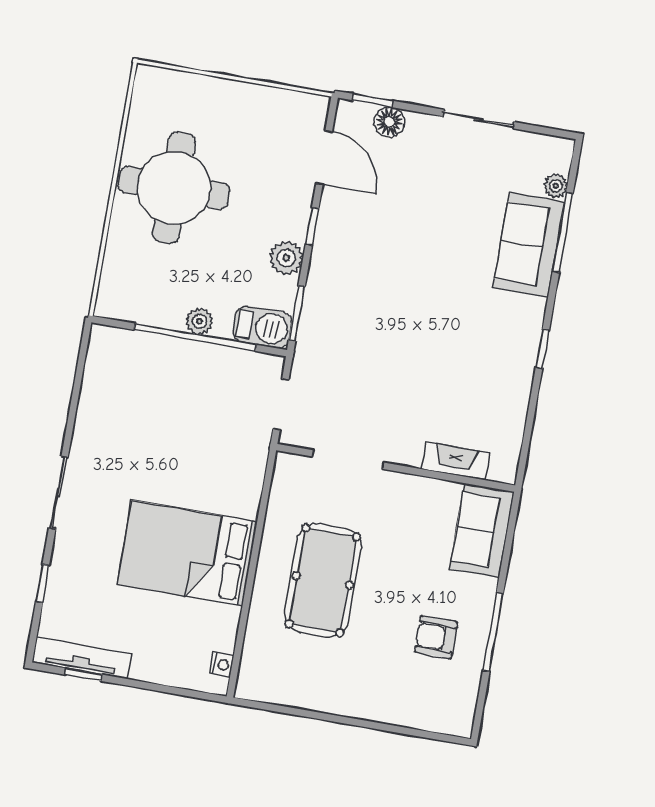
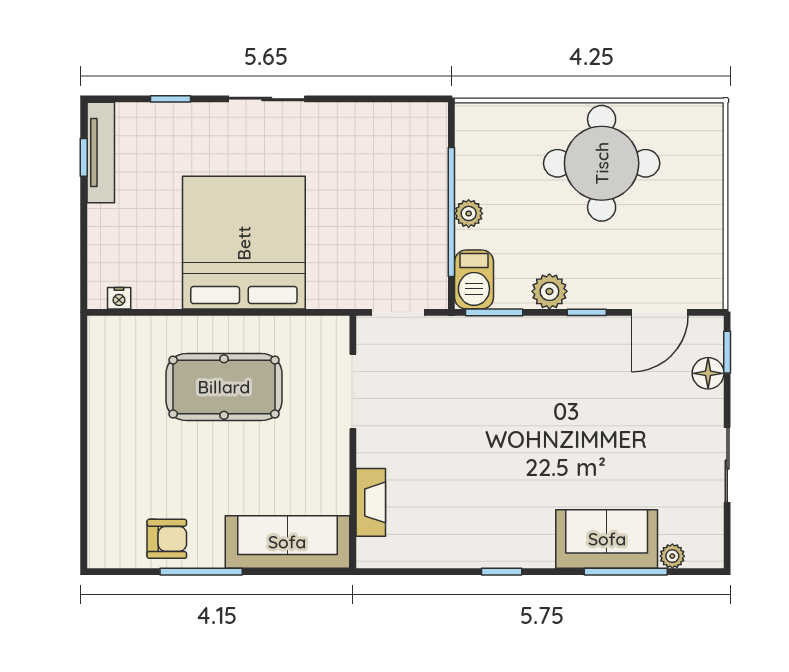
sofa: (482, 530) -> (287, 542), width x1.36
bed: (187, 553) -> (244, 243), width x1.36
armchair: (436, 637) -> (167, 539), moved, turned 90

